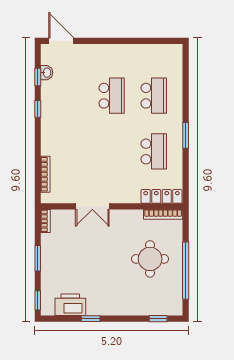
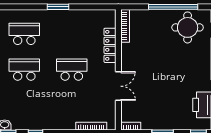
school desk: (154, 151) -> (72, 70), moved
locker: (162, 196) -> (110, 45), moved
round table: (150, 259) -> (188, 27), moved

